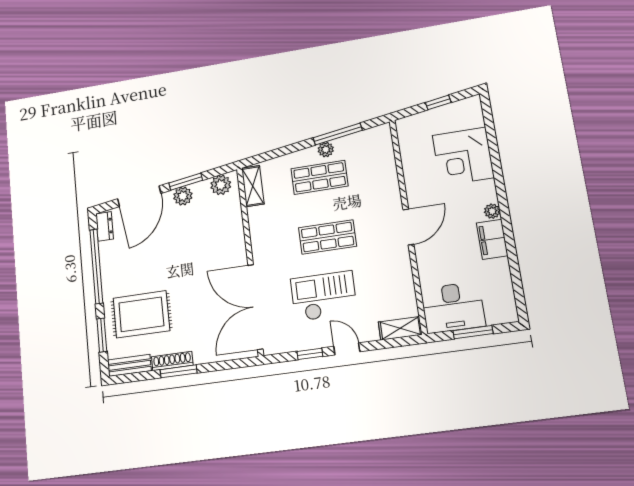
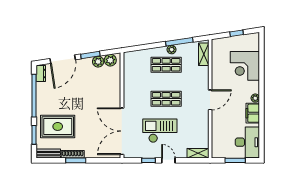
shelving: (253, 186) -> (204, 54), moved
plant: (183, 196) -> (98, 62), moved
desk: (453, 307) -> (247, 142), moved, turned -90

